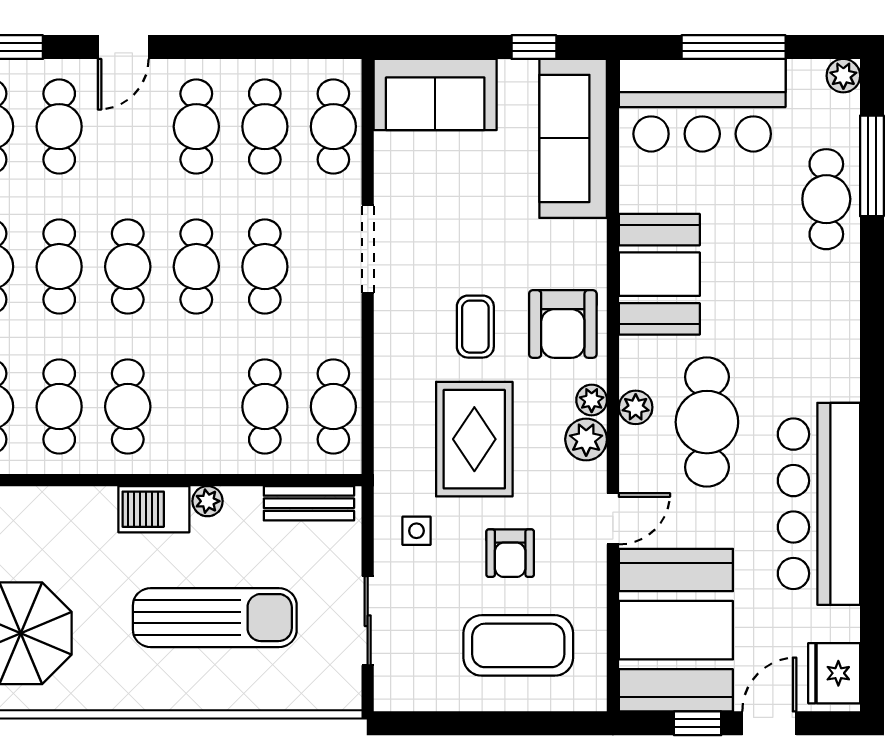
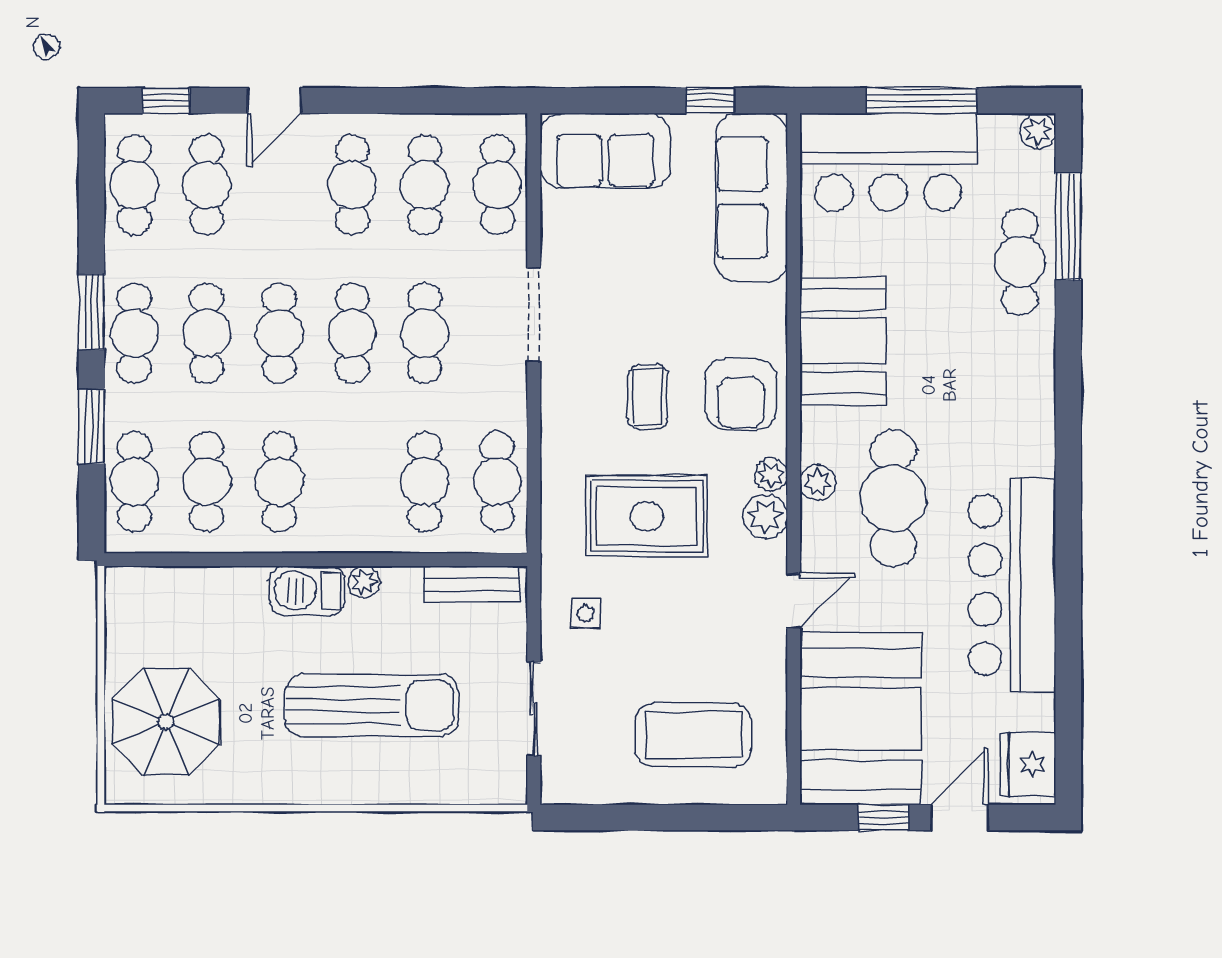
rug: (474, 439) -> (647, 516), turned 90
armchair: (510, 553) -> (685, 637), removed

